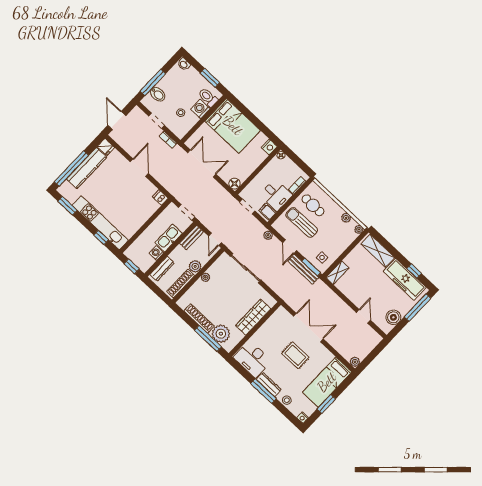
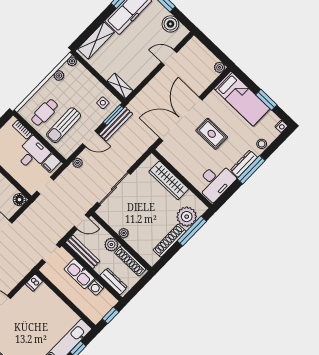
bench: (192, 237) -> (83, 252), width x1.36
double door: (308, 328) -> (181, 119), width x1.36
rug: (295, 355) -> (212, 134), turned 90

